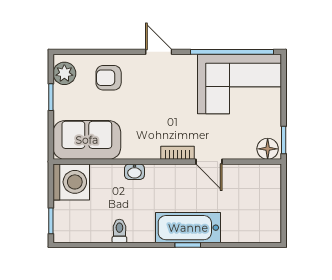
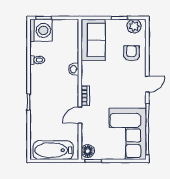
washing machine: (71, 182) -> (41, 30), moved, turned -90
bathtub: (188, 228) -> (53, 150), moved, turned -90

